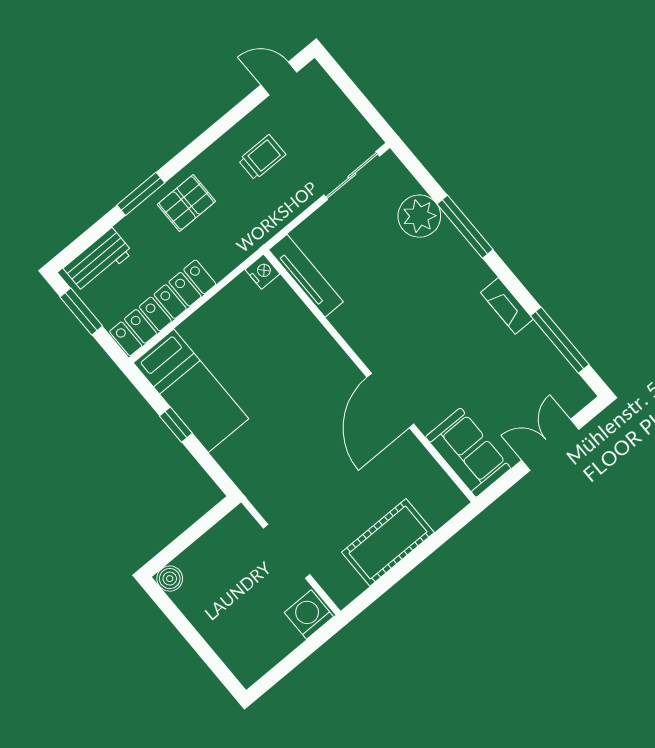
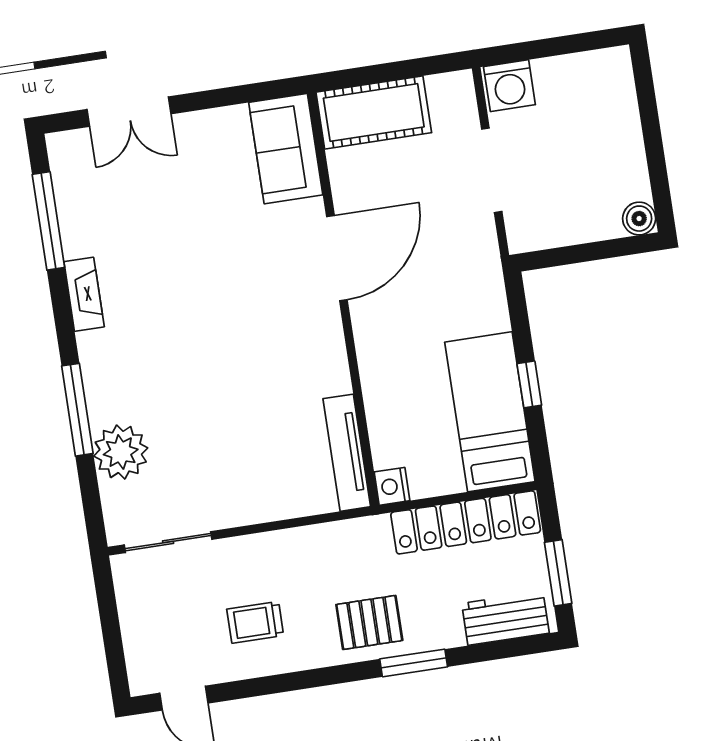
nightstand: (262, 272) -> (392, 486), moved
tv unit: (306, 276) -> (347, 453), moved
wall: (370, 376) -> (343, 299), moved
door: (390, 401) -> (337, 258), moved
sofa: (468, 453) -> (286, 149), moved

